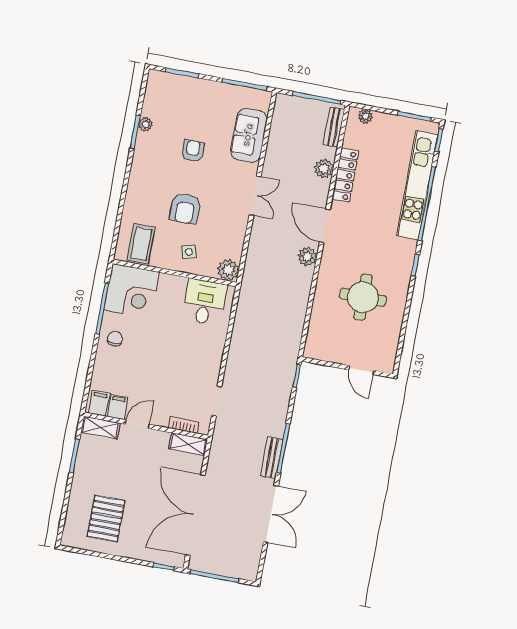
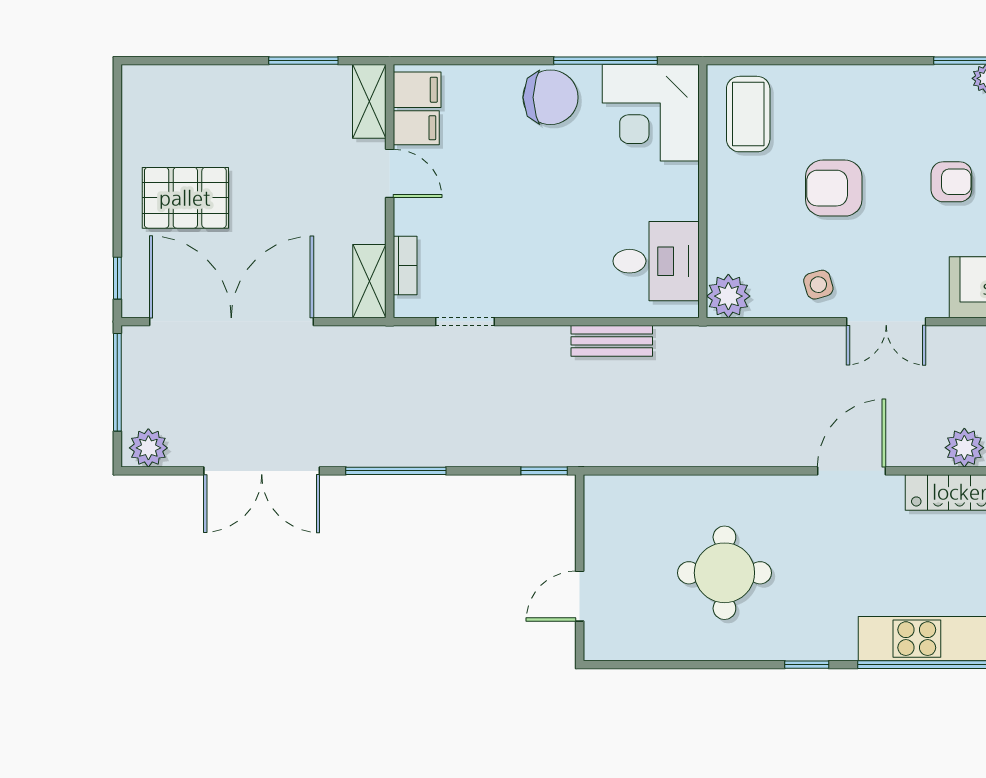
coffee table: (141, 244) -> (748, 114), turned 90
side table: (189, 252) -> (818, 285), moved
plant: (307, 257) -> (148, 448), moved
chair: (115, 339) -> (550, 97), width x1.87, depth x1.87
bench: (272, 458) -> (612, 341), moved
pallet: (106, 519) -> (185, 198), moved

